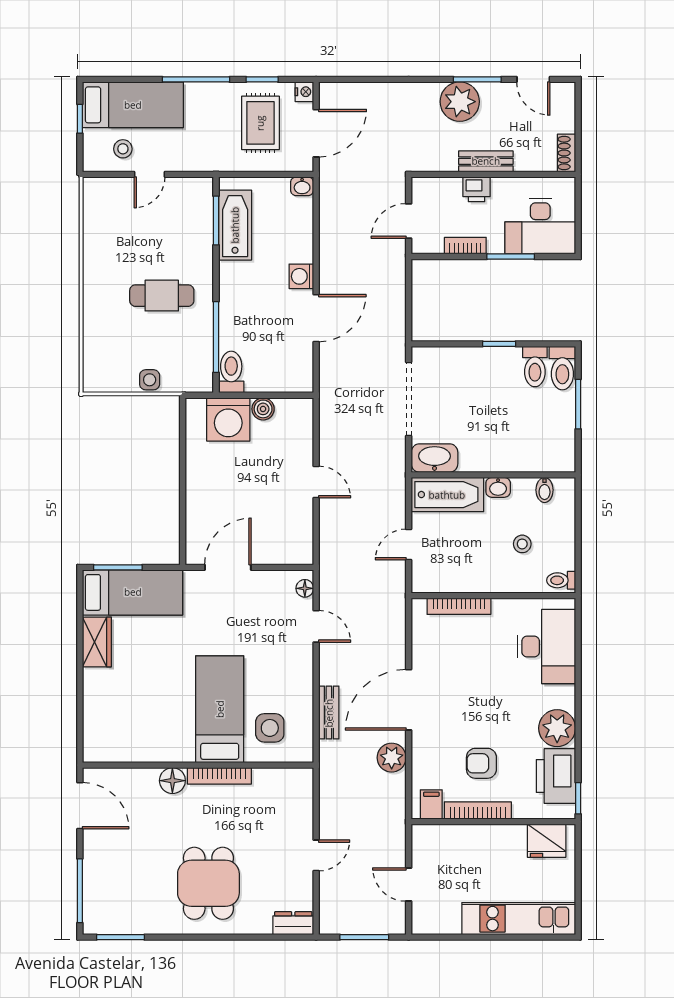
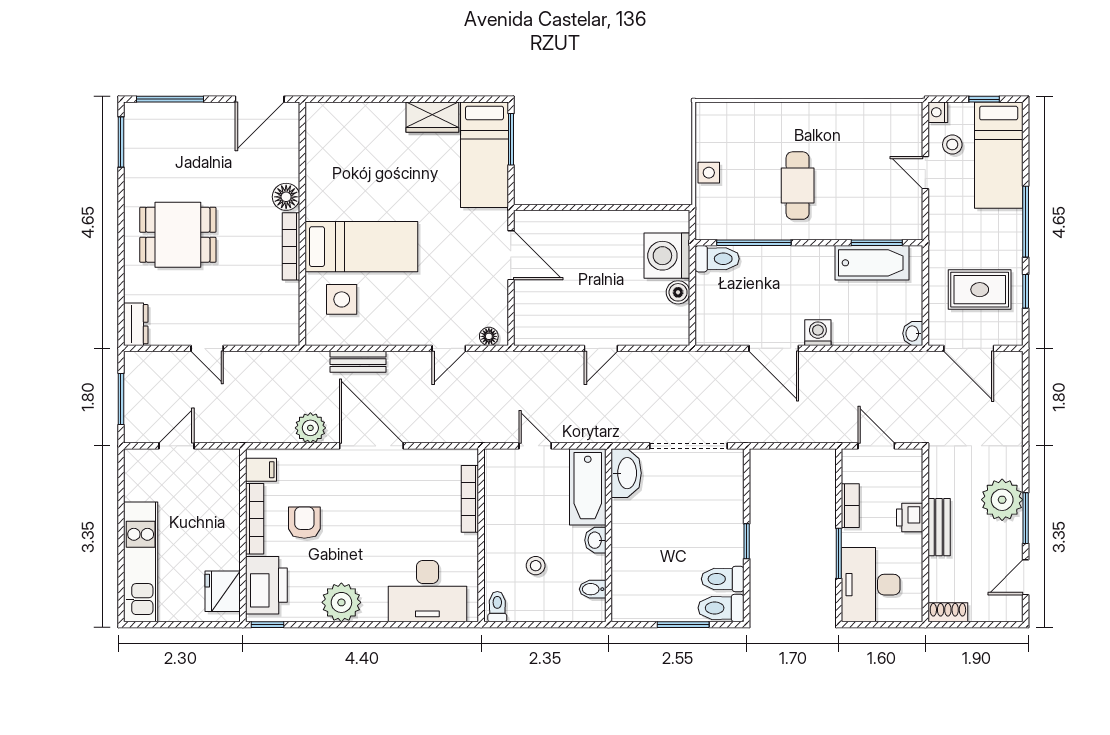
nightstand: (304, 92) -> (938, 112), moved, turned 90
printer: (556, 776) -> (266, 585), moved, turned 90

